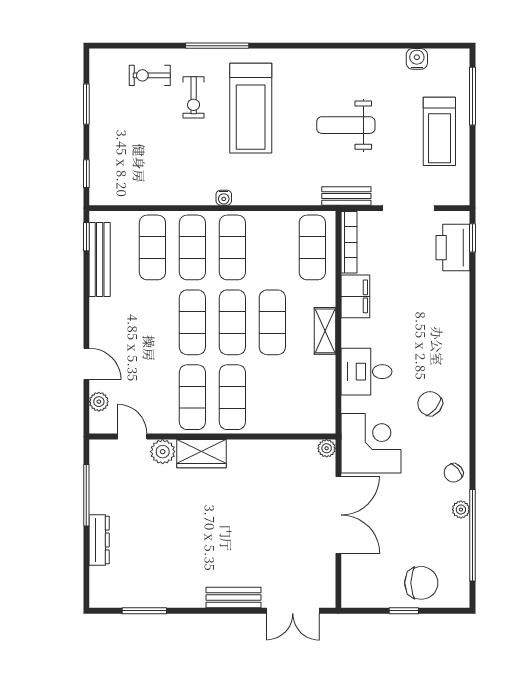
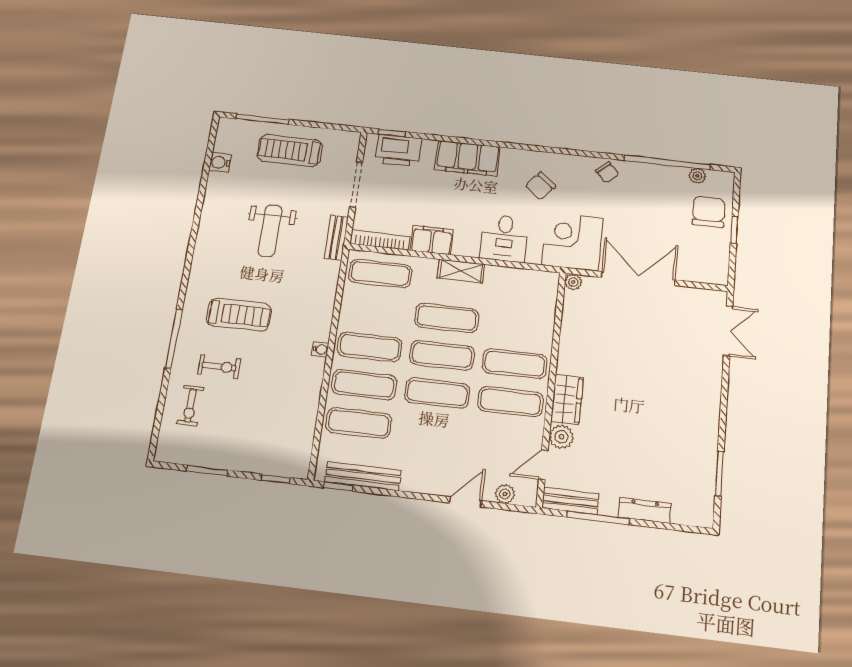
treadmill: (251, 108) -> (239, 315), width x0.73, depth x0.73
treadmill: (439, 131) -> (290, 150), turned 180
filing cabinet: (452, 323) -> (468, 158), added
plant: (461, 510) -> (697, 176), moved
bench: (233, 598) -> (570, 501), moved, turned 90

